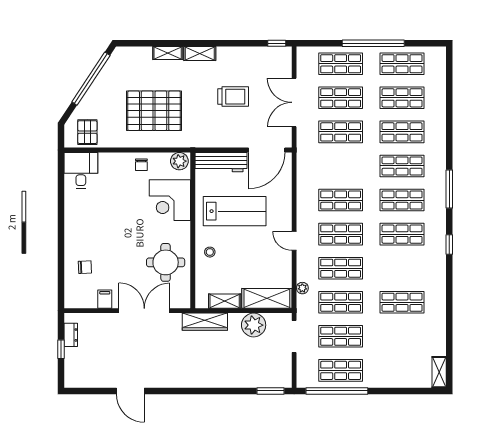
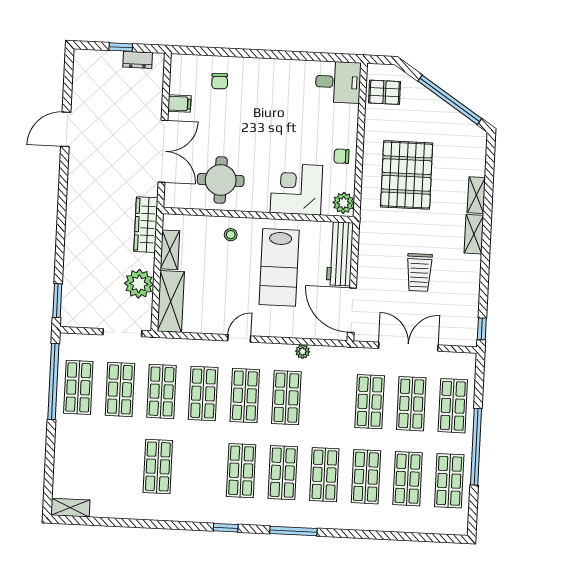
plant: (302, 288) -> (303, 352), moved

